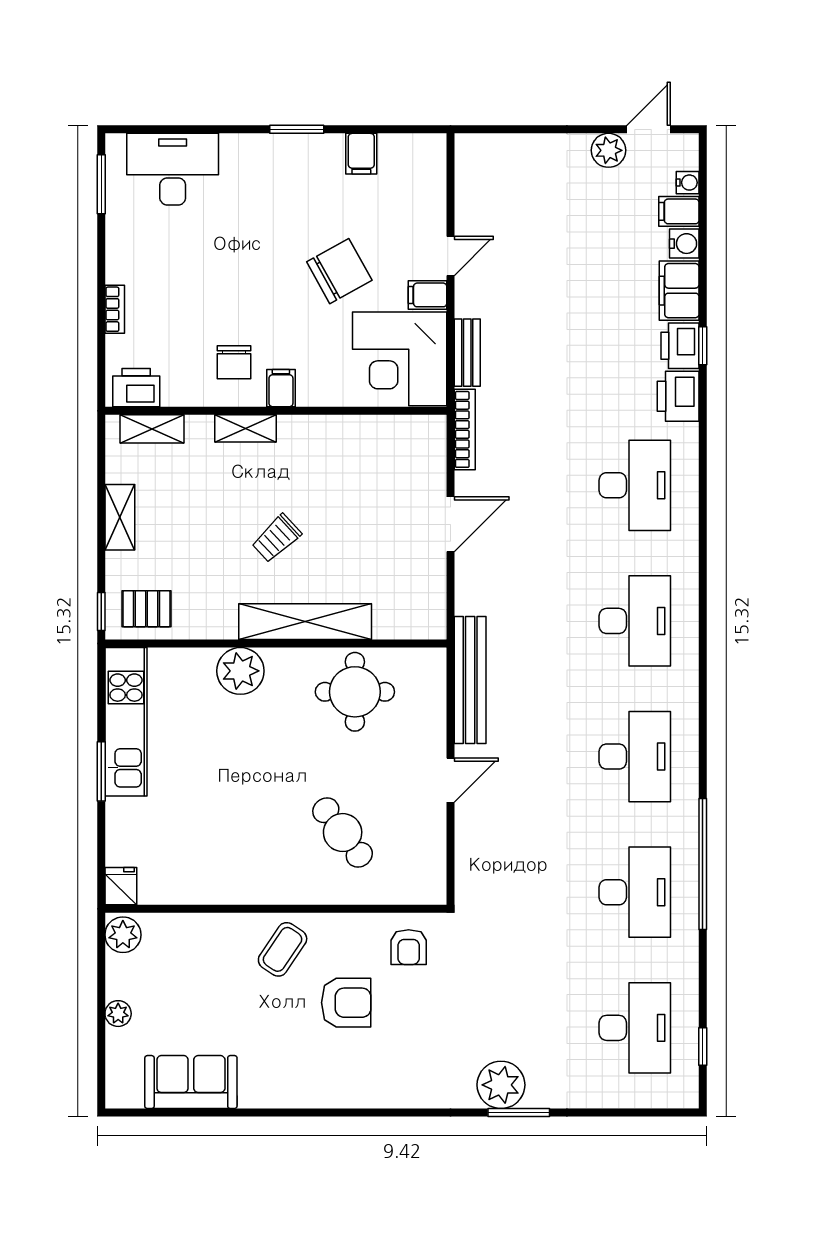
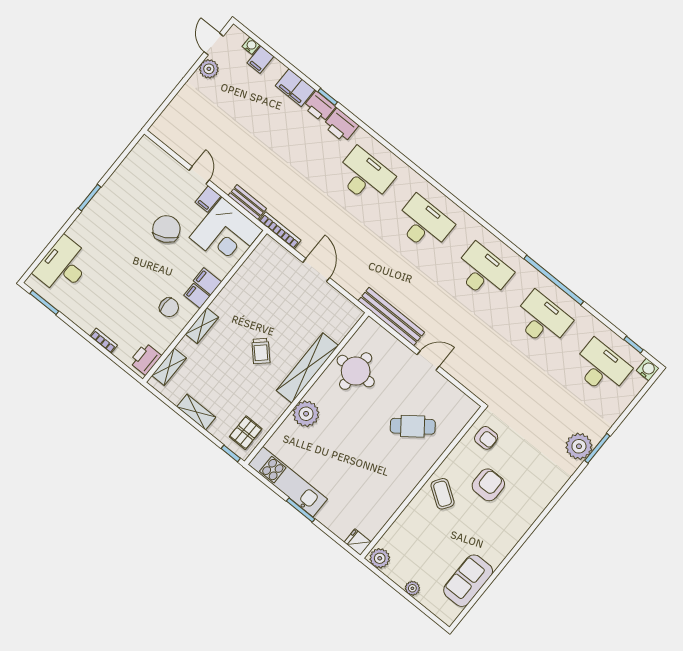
filing cabinet: (361, 154) -> (207, 281), moved, turned 180
water cooler: (684, 244) -> (648, 370), moved
door: (450, 780) -> (428, 361), hinge flipped

